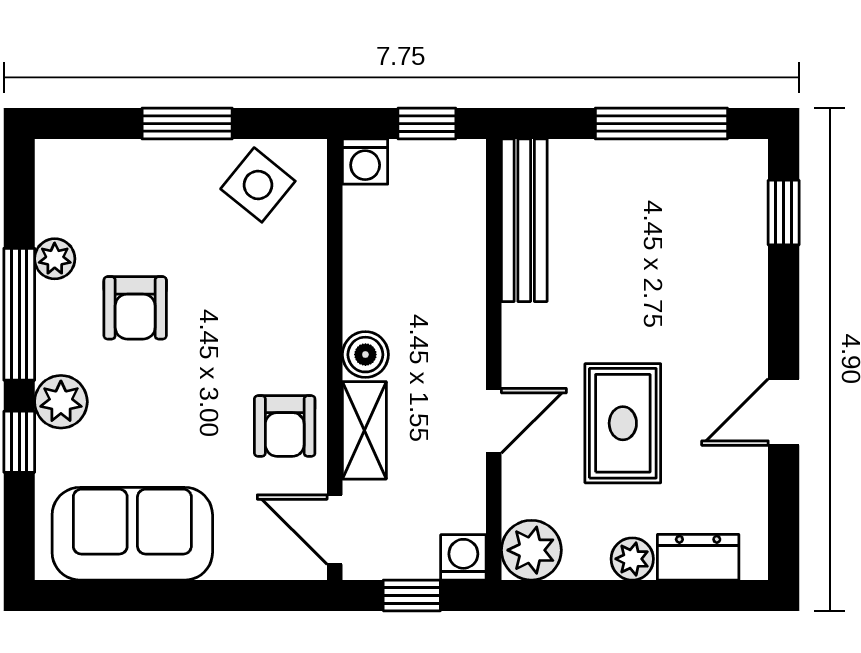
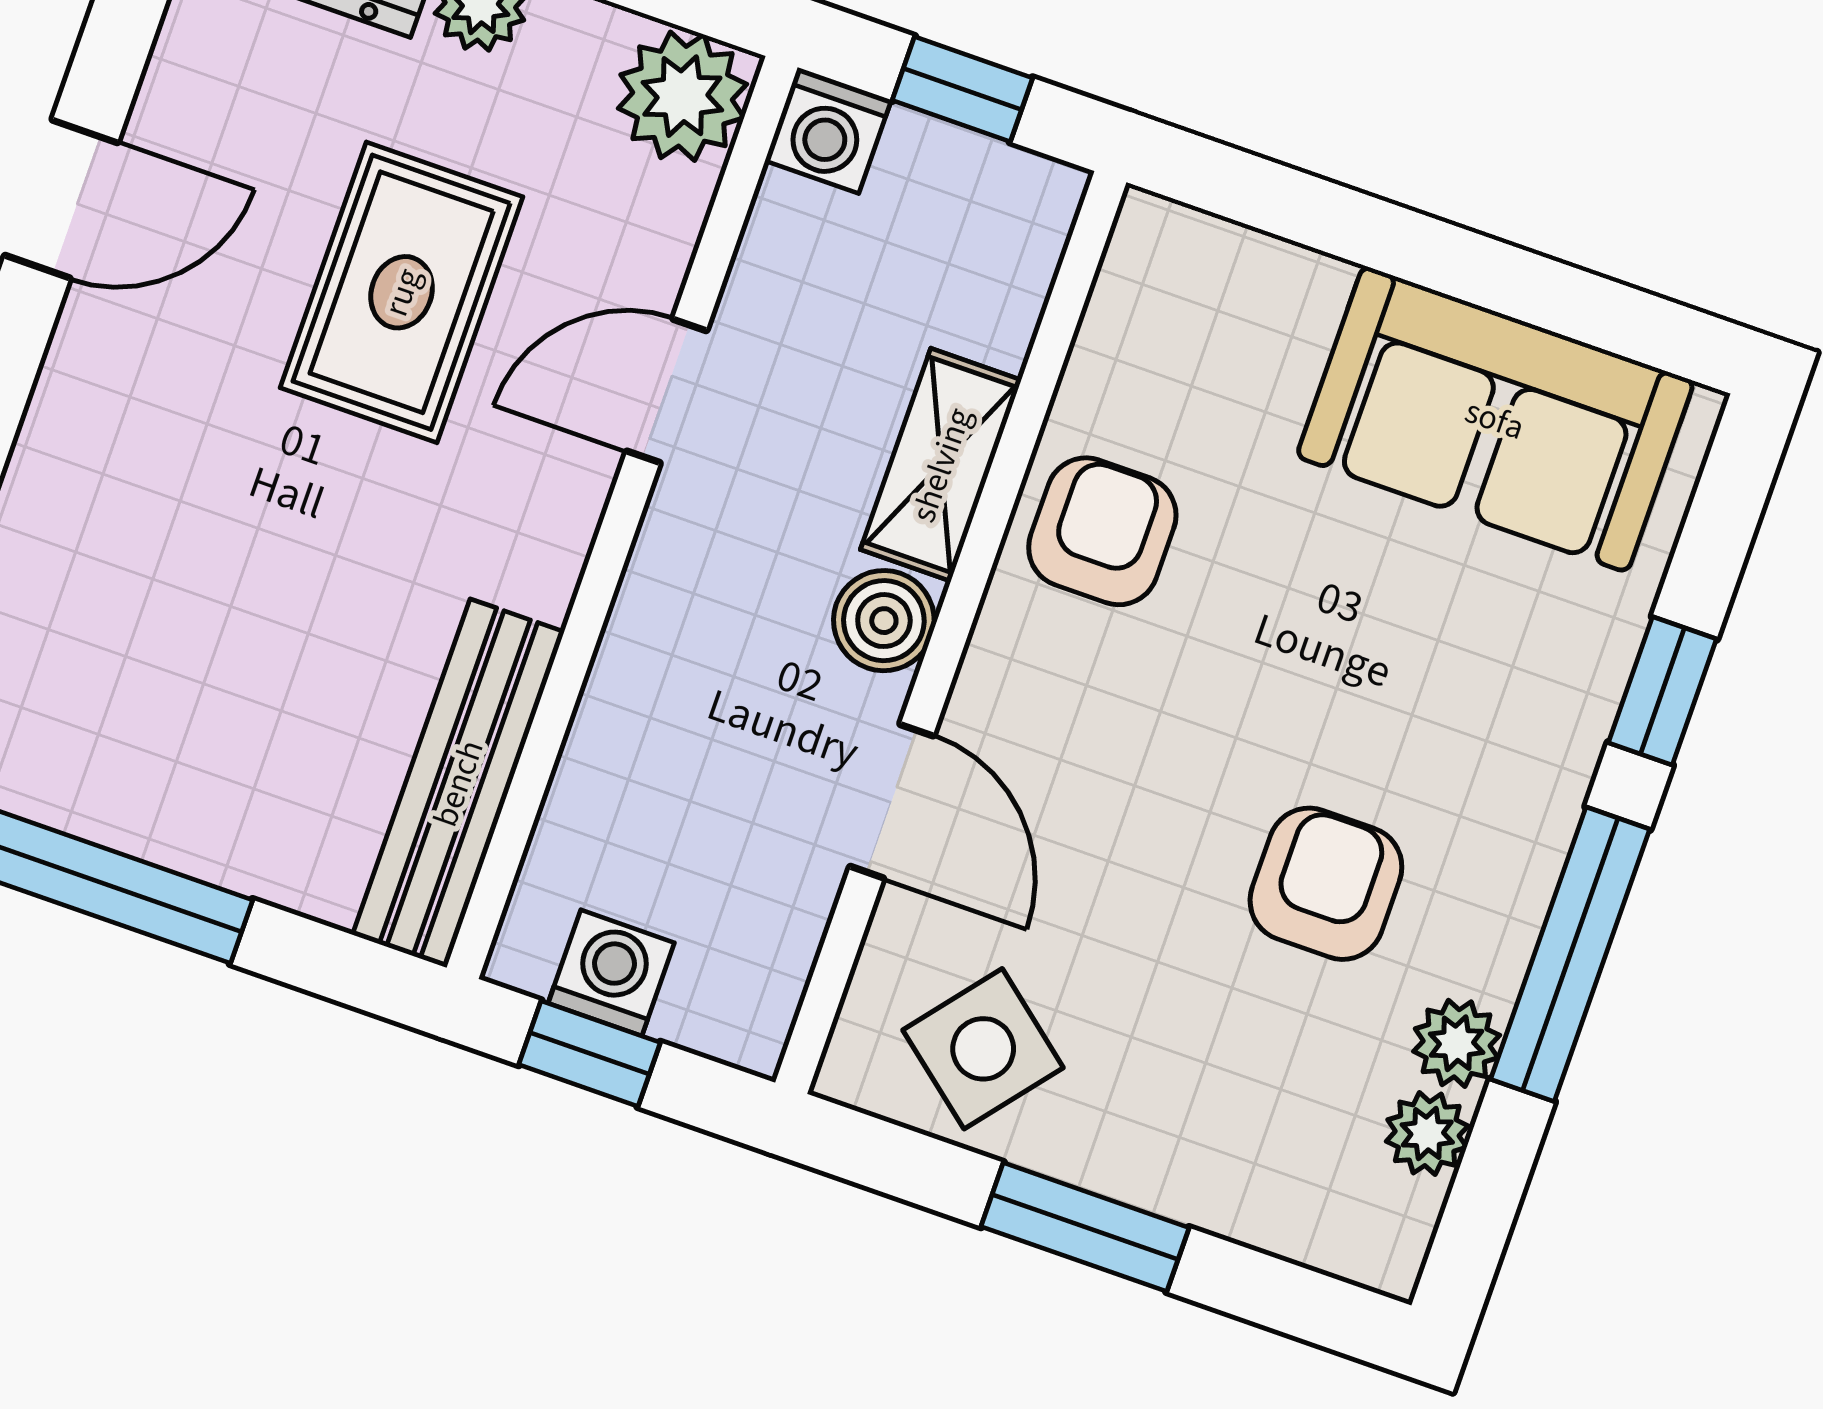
washing machine: (365, 162) -> (611, 973), moved
plant: (61, 402) -> (1427, 1134), moved, width x0.73, depth x0.73
door: (335, 530) -> (892, 801), moved

